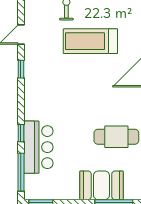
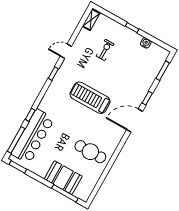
treadmill: (90, 41) -> (90, 98), moved
bar counter: (38, 147) -> (33, 136), width x1.36

